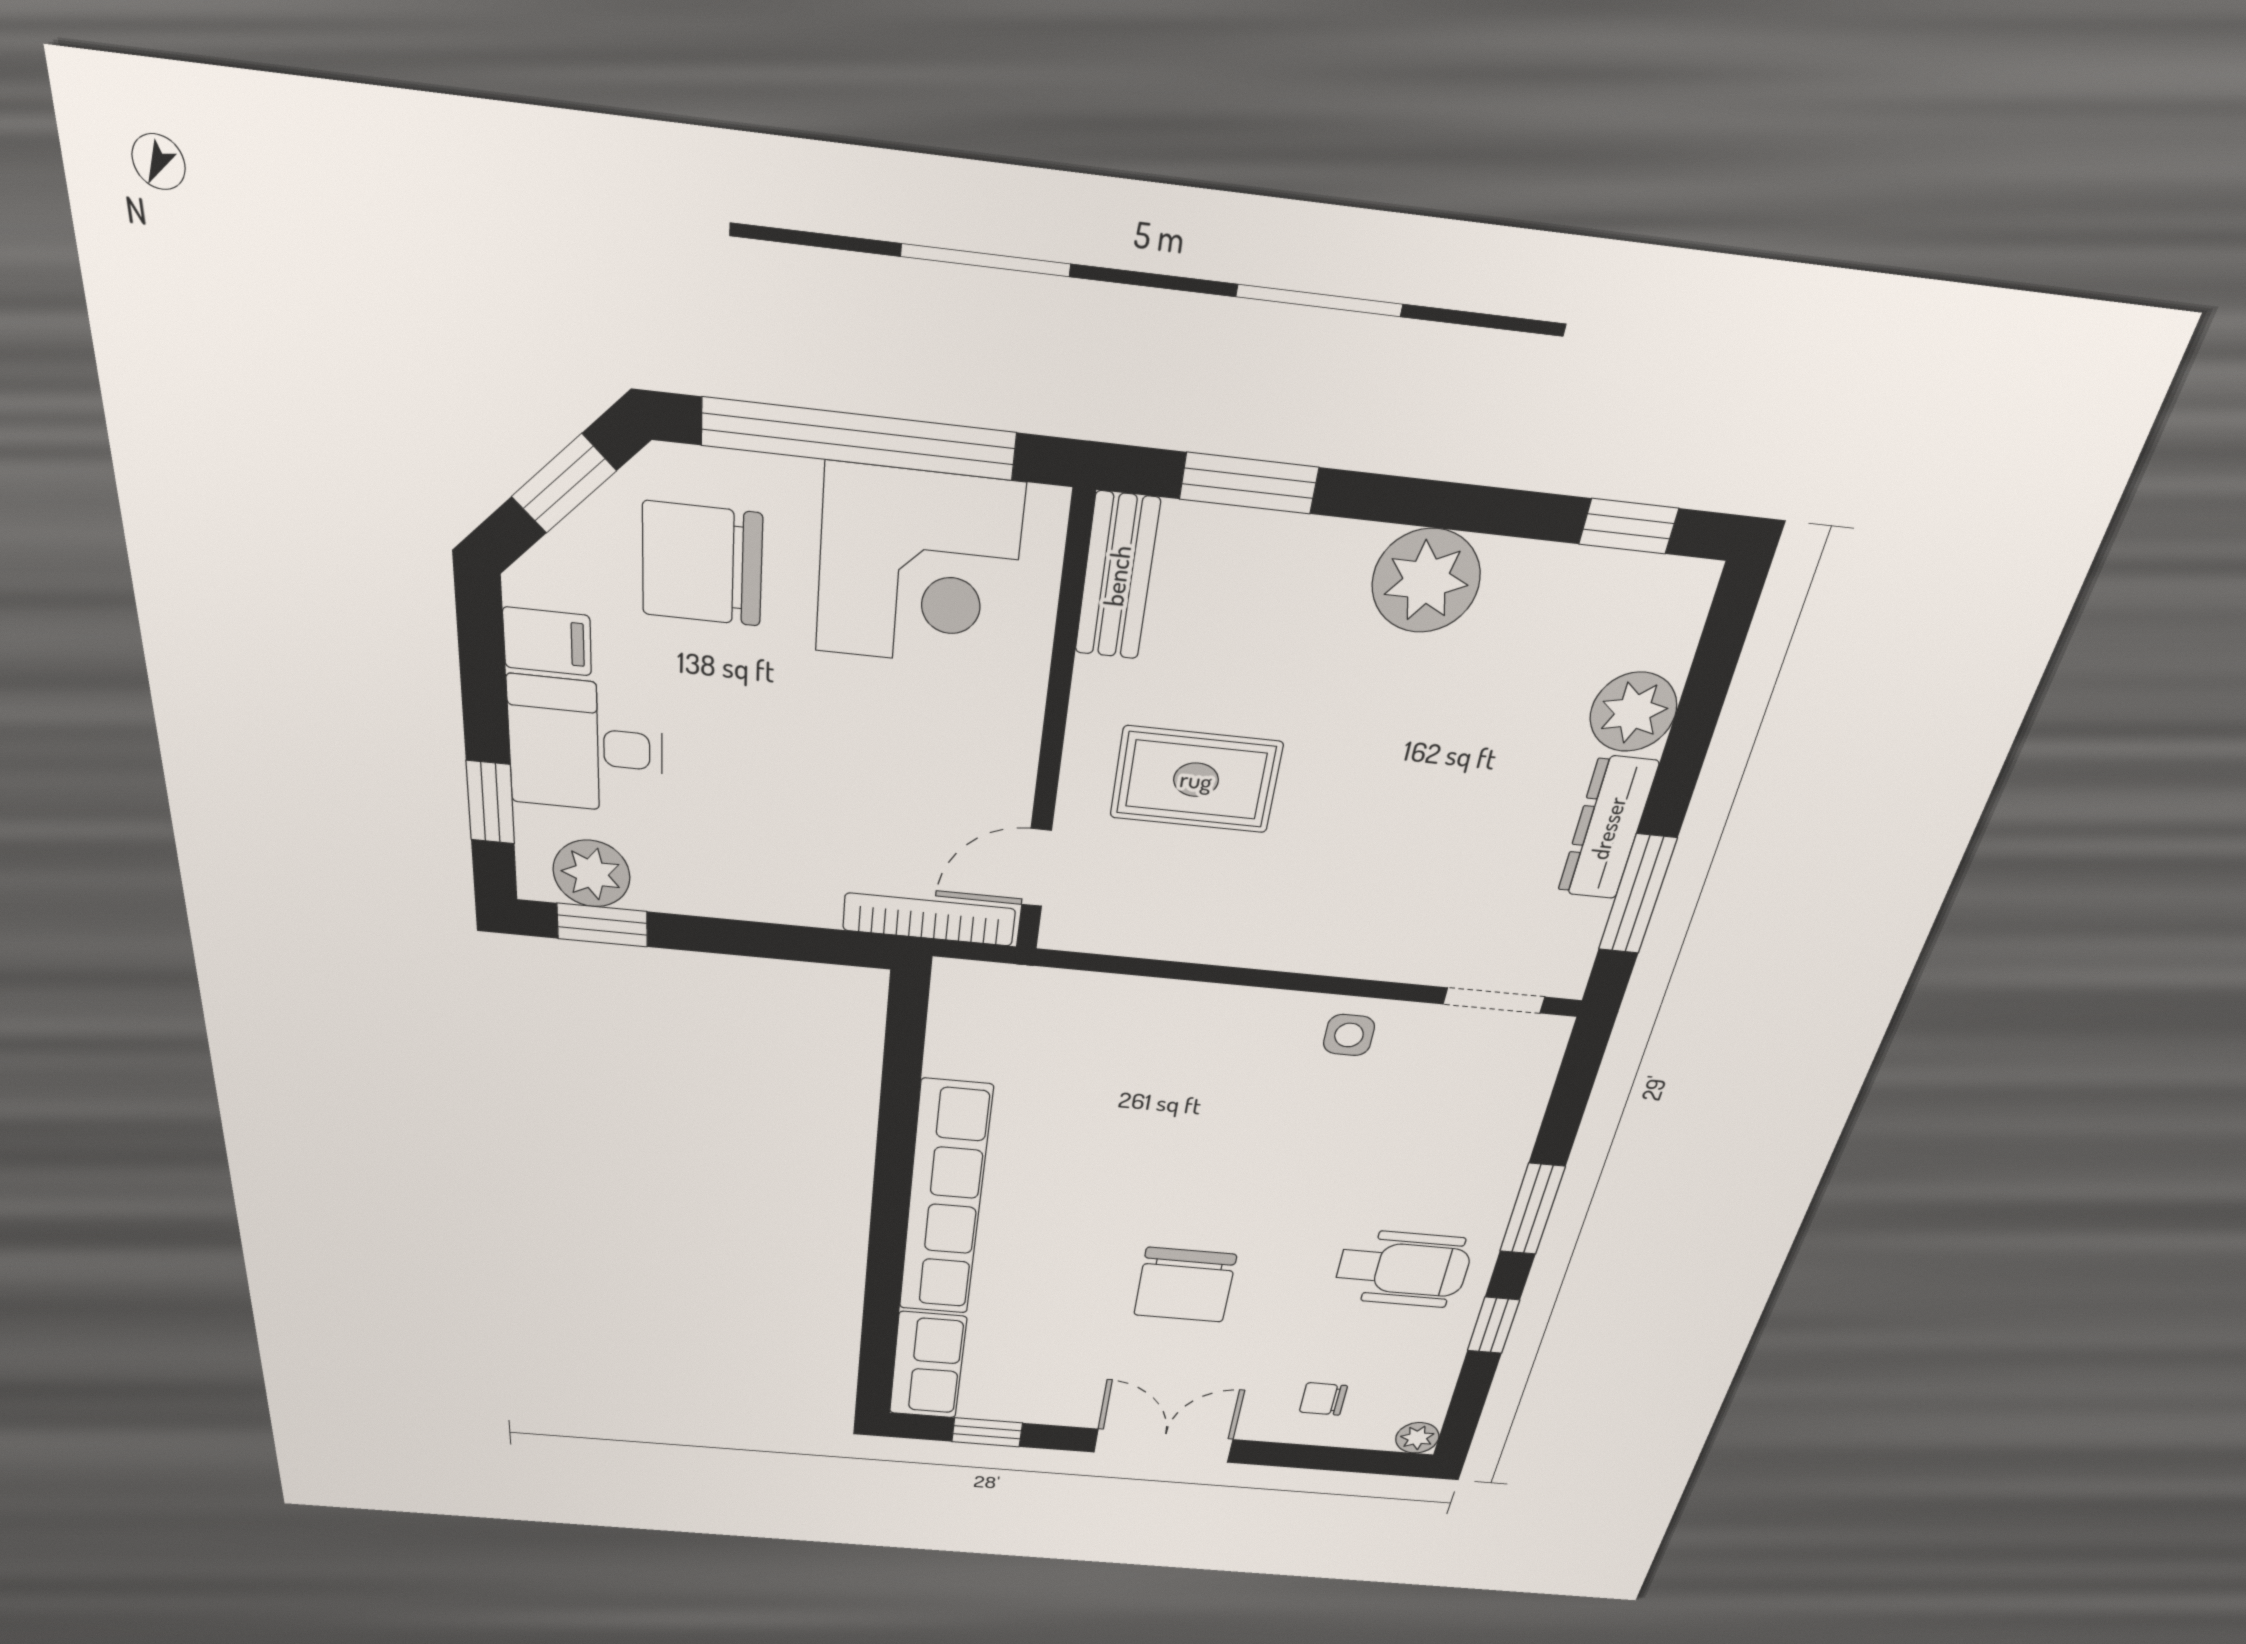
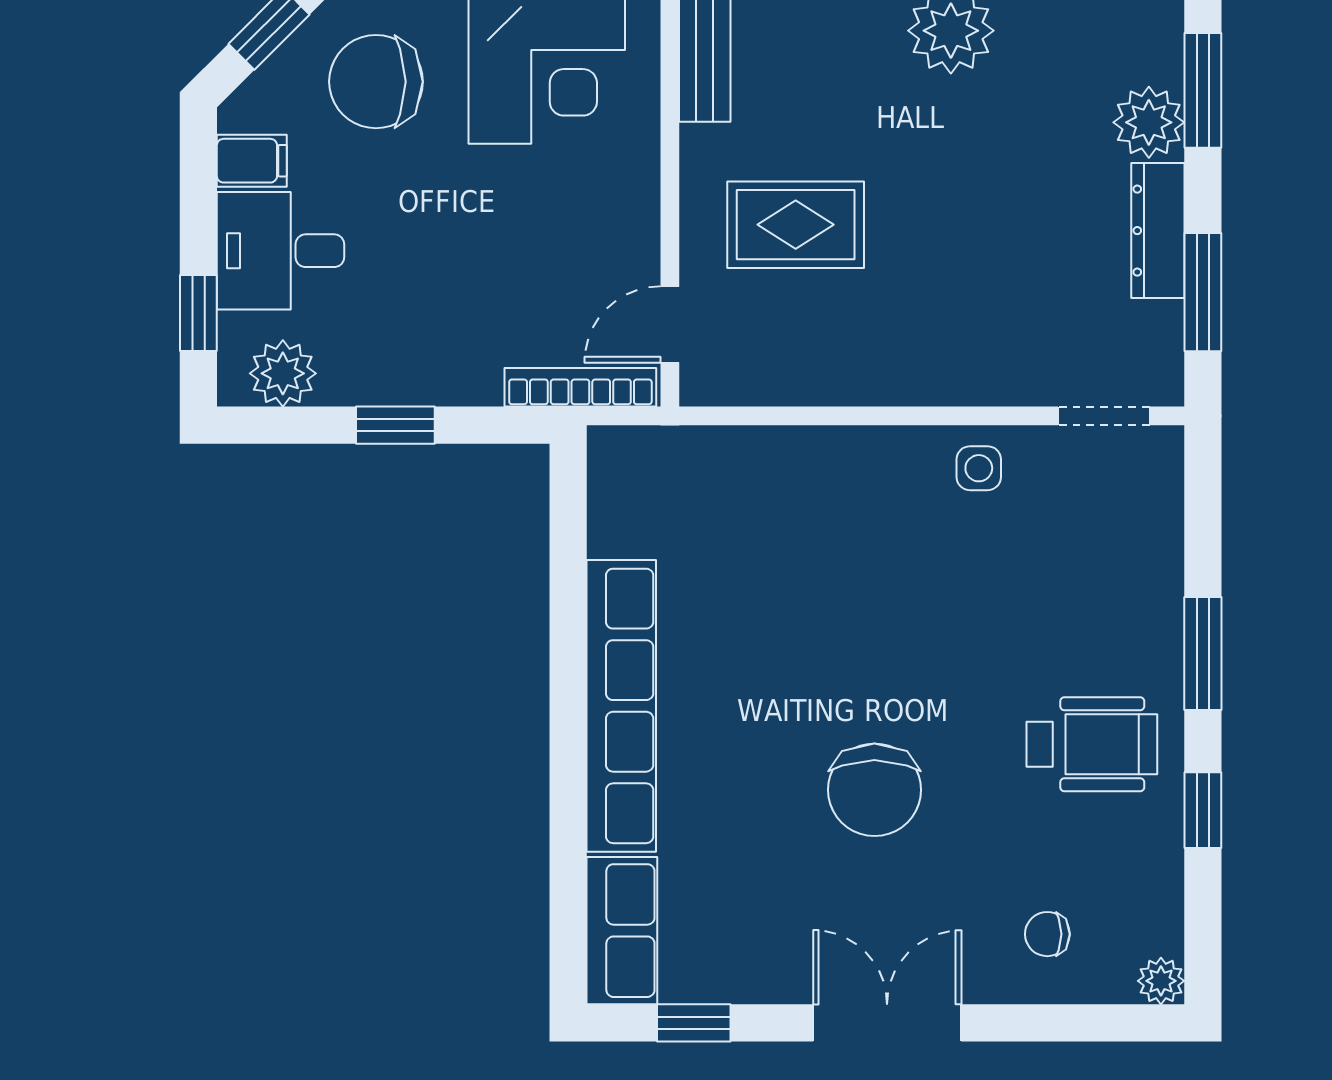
window: (1708, 683) -> (1203, 90), added
window: (602, 925) -> (395, 425), moved

